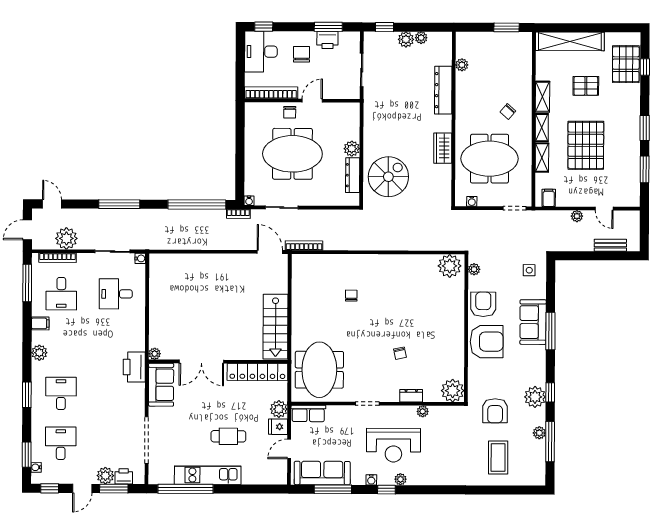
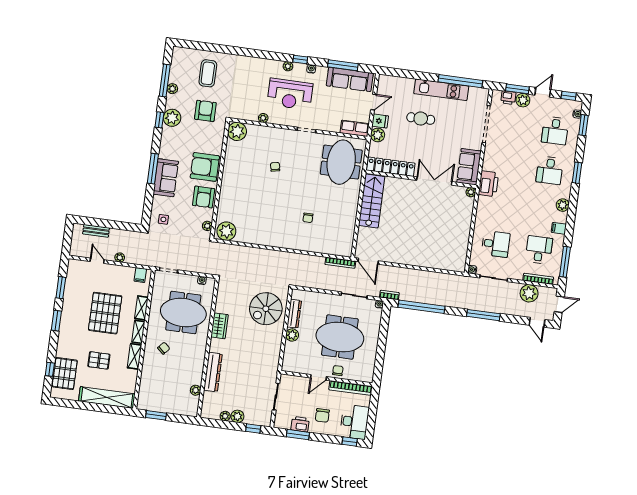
dresser: (411, 396) -> (271, 132), removed
reception desk: (393, 445) -> (290, 94), turned 180

